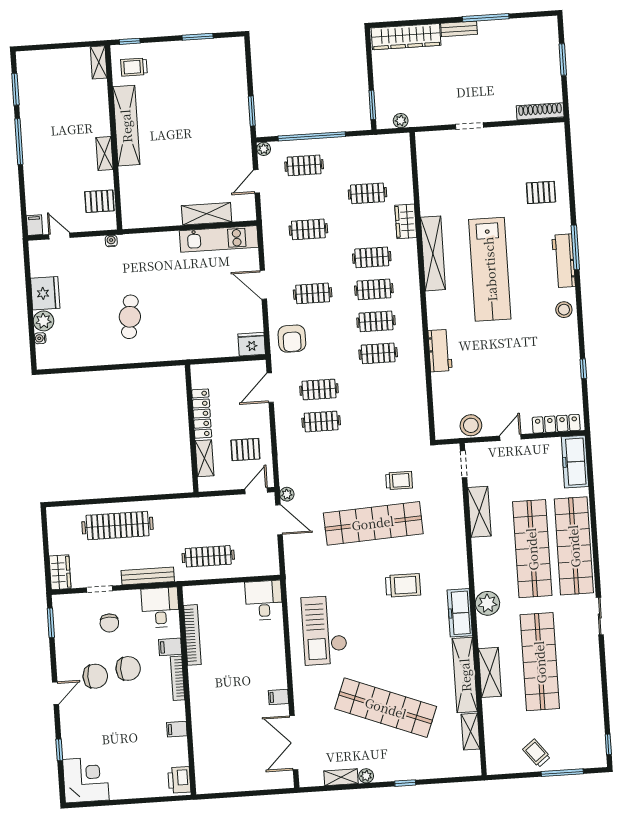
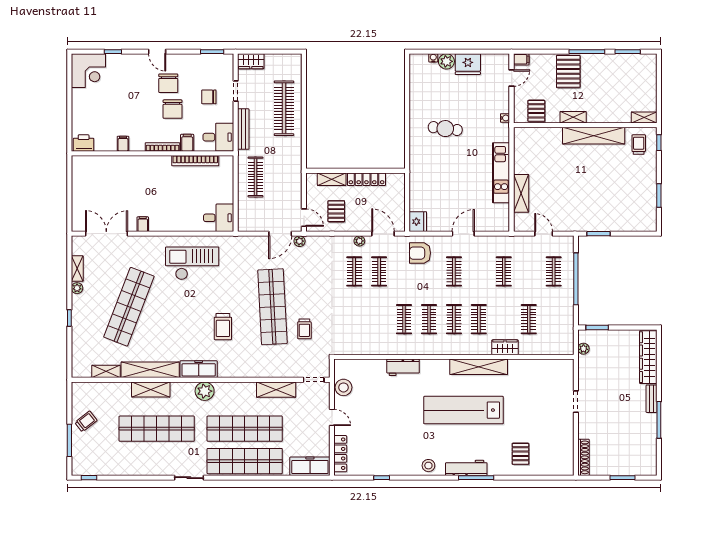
plant: (264, 149) -> (359, 241), moved
pallet: (46, 164) -> (568, 71), added
kitchen unit: (219, 239) -> (501, 173), moved

